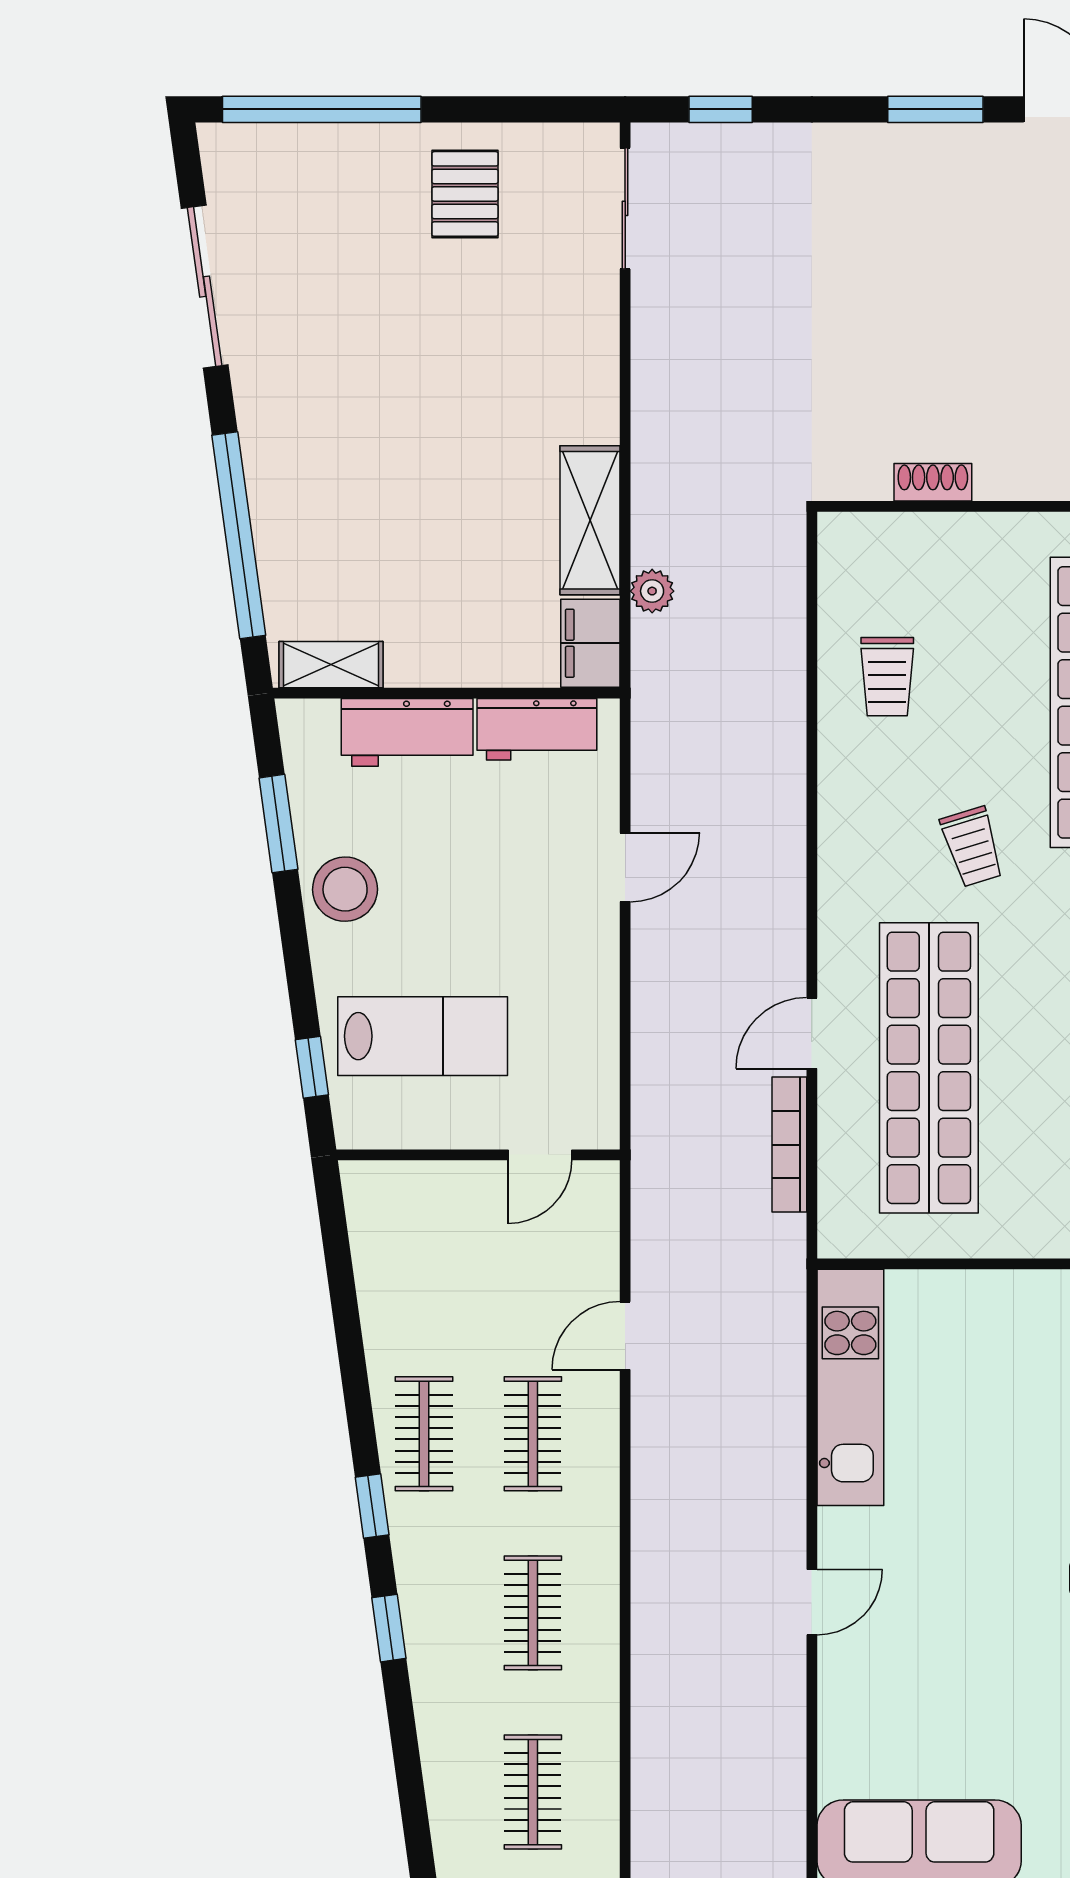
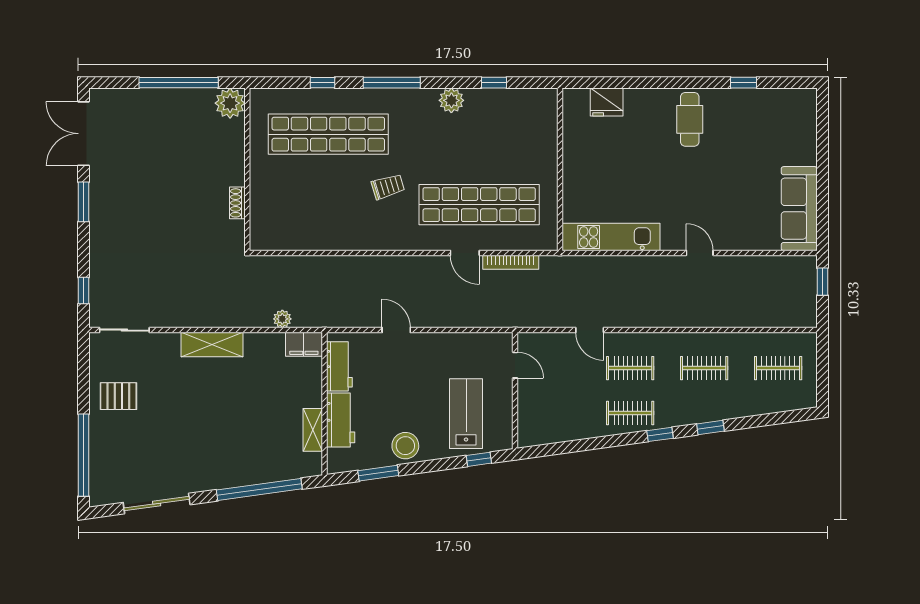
shelving: (590, 520) -> (212, 344), moved
shelving: (331, 665) -> (313, 430), moved
trolley: (887, 677) -> (318, 222), removed

